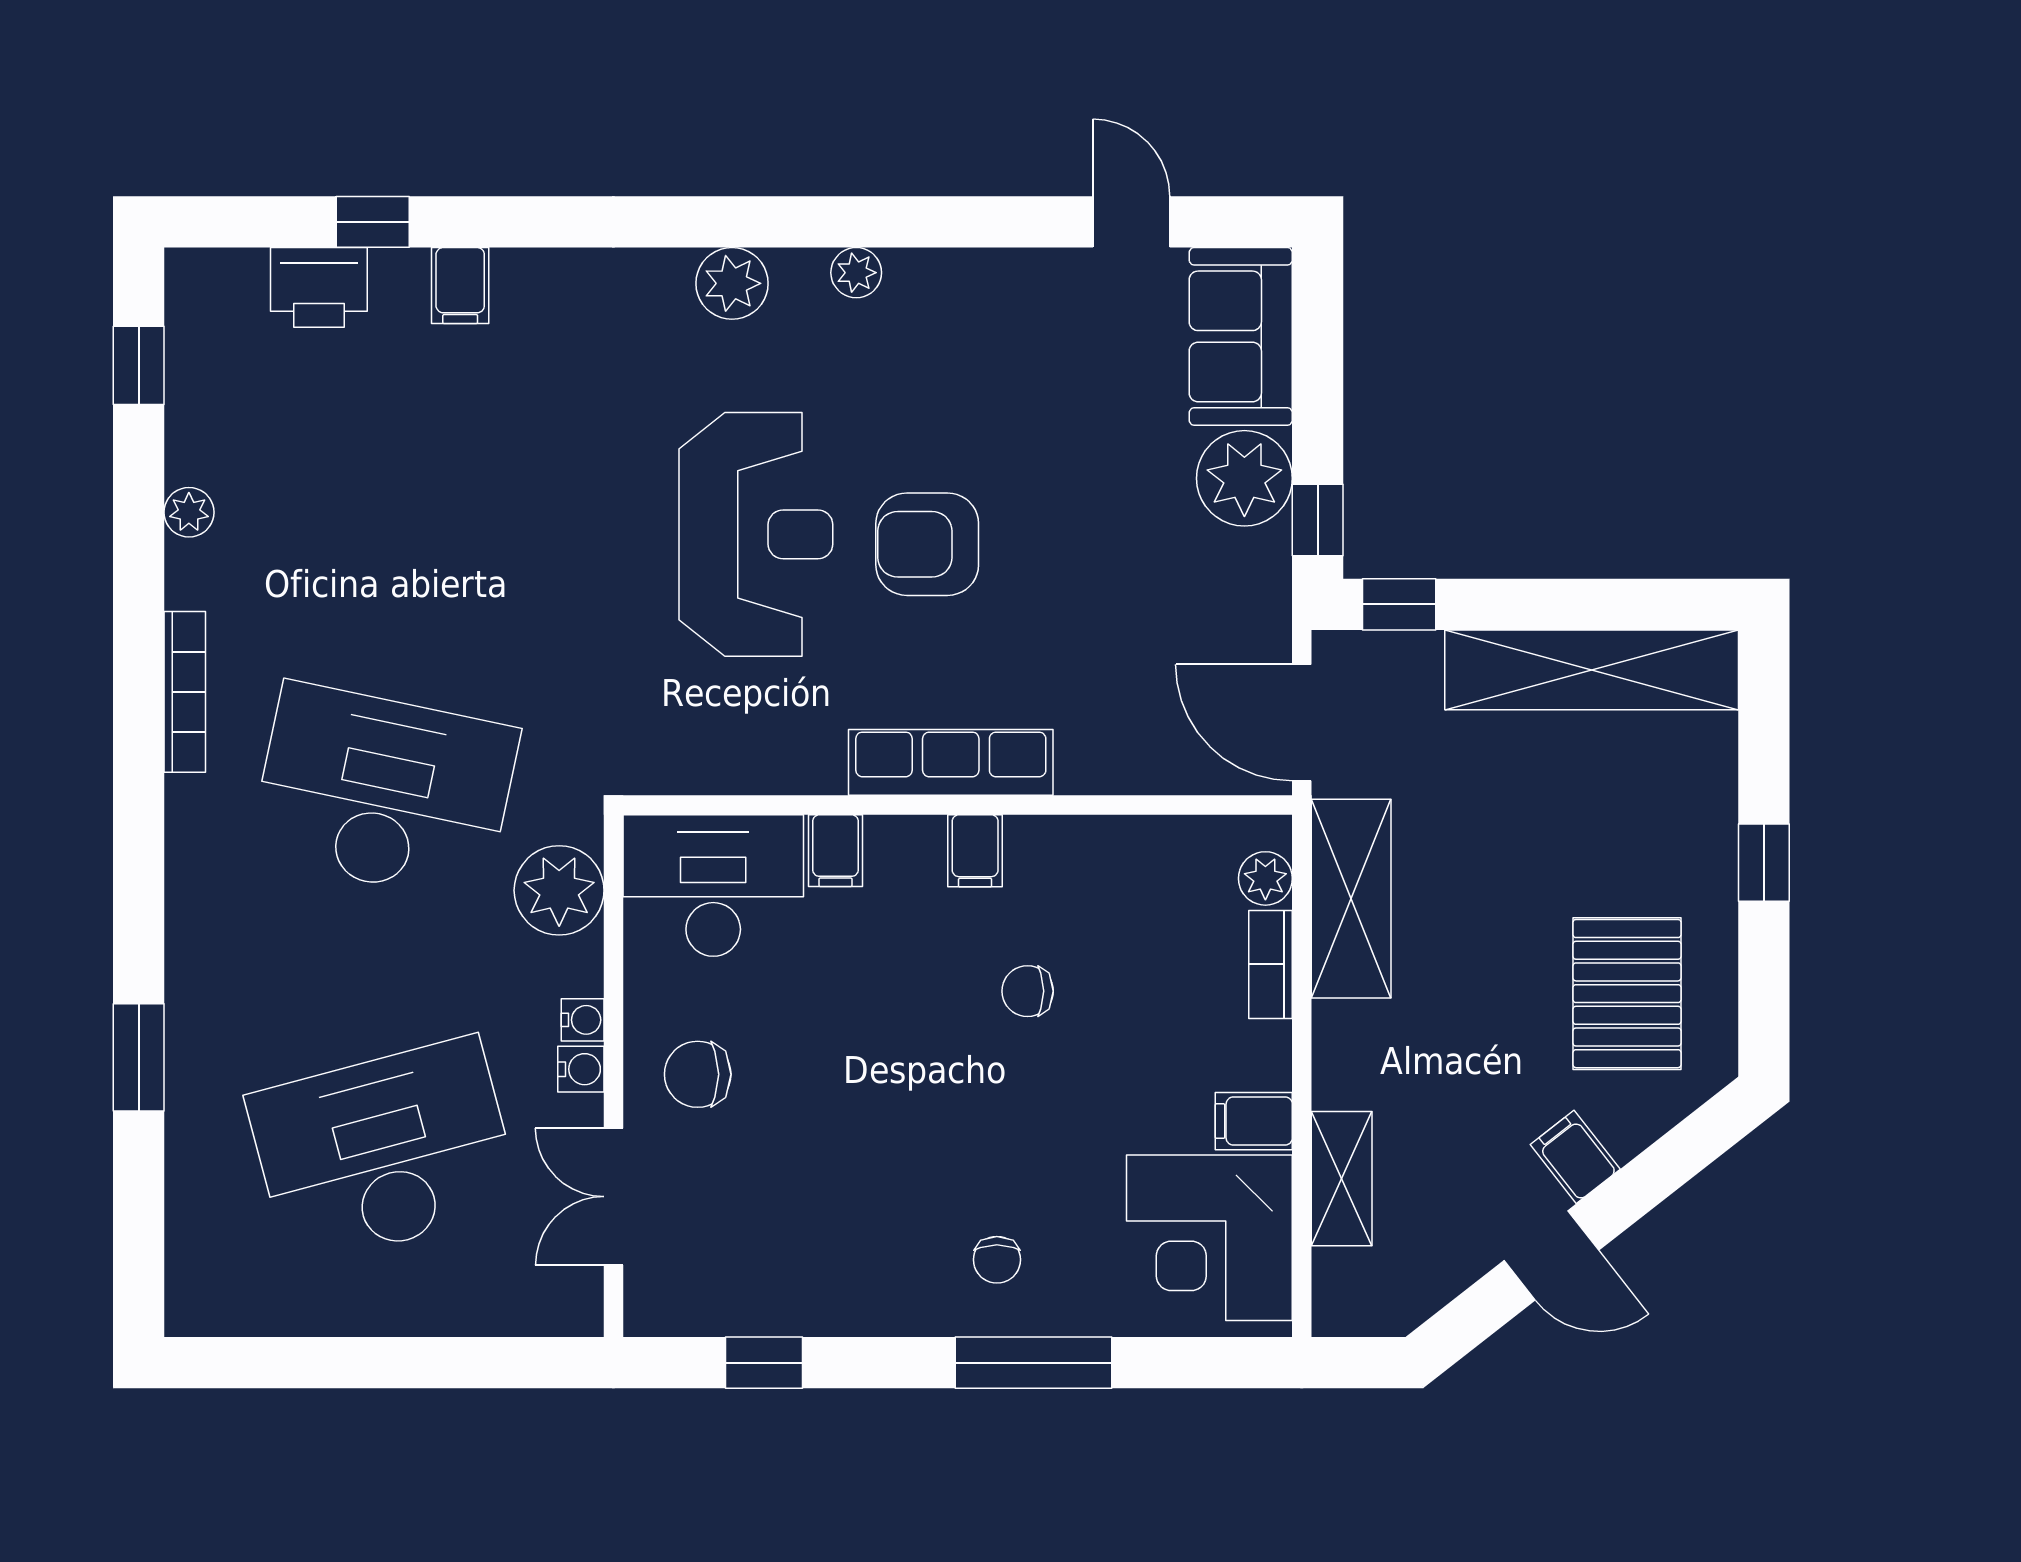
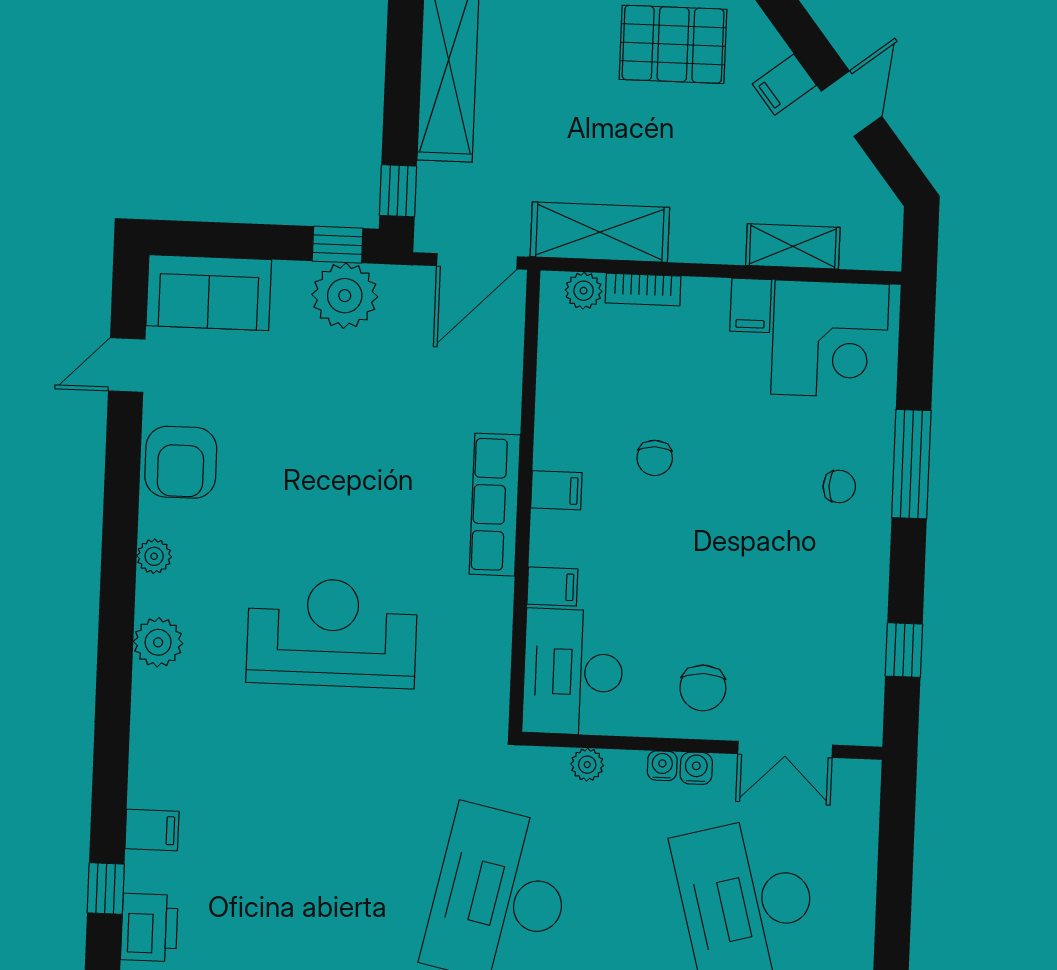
plant: (1244, 478) -> (345, 296), moved
armchair: (927, 544) -> (181, 462), moved
plant: (559, 890) -> (587, 765), width x0.53, depth x0.53

